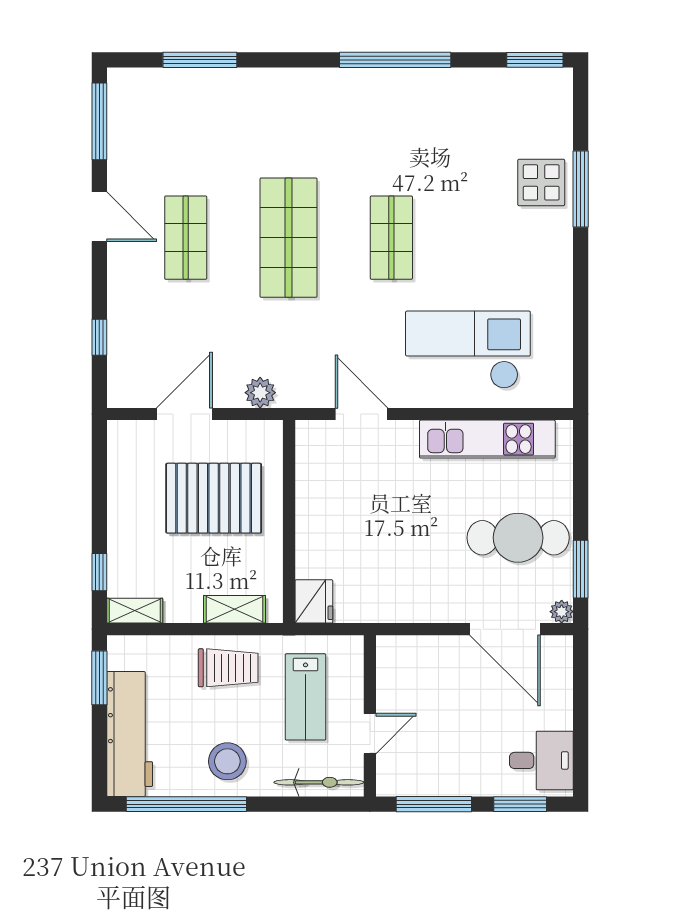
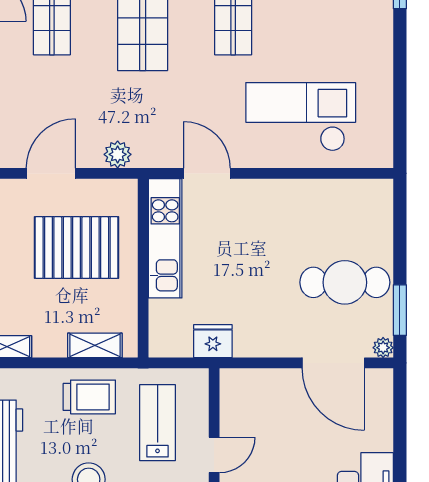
kitchen unit: (487, 439) -> (165, 238), moved, turned -90
fridge: (314, 601) -> (213, 341), moved, turned -90
lab bench: (306, 697) -> (158, 423), turned 180

